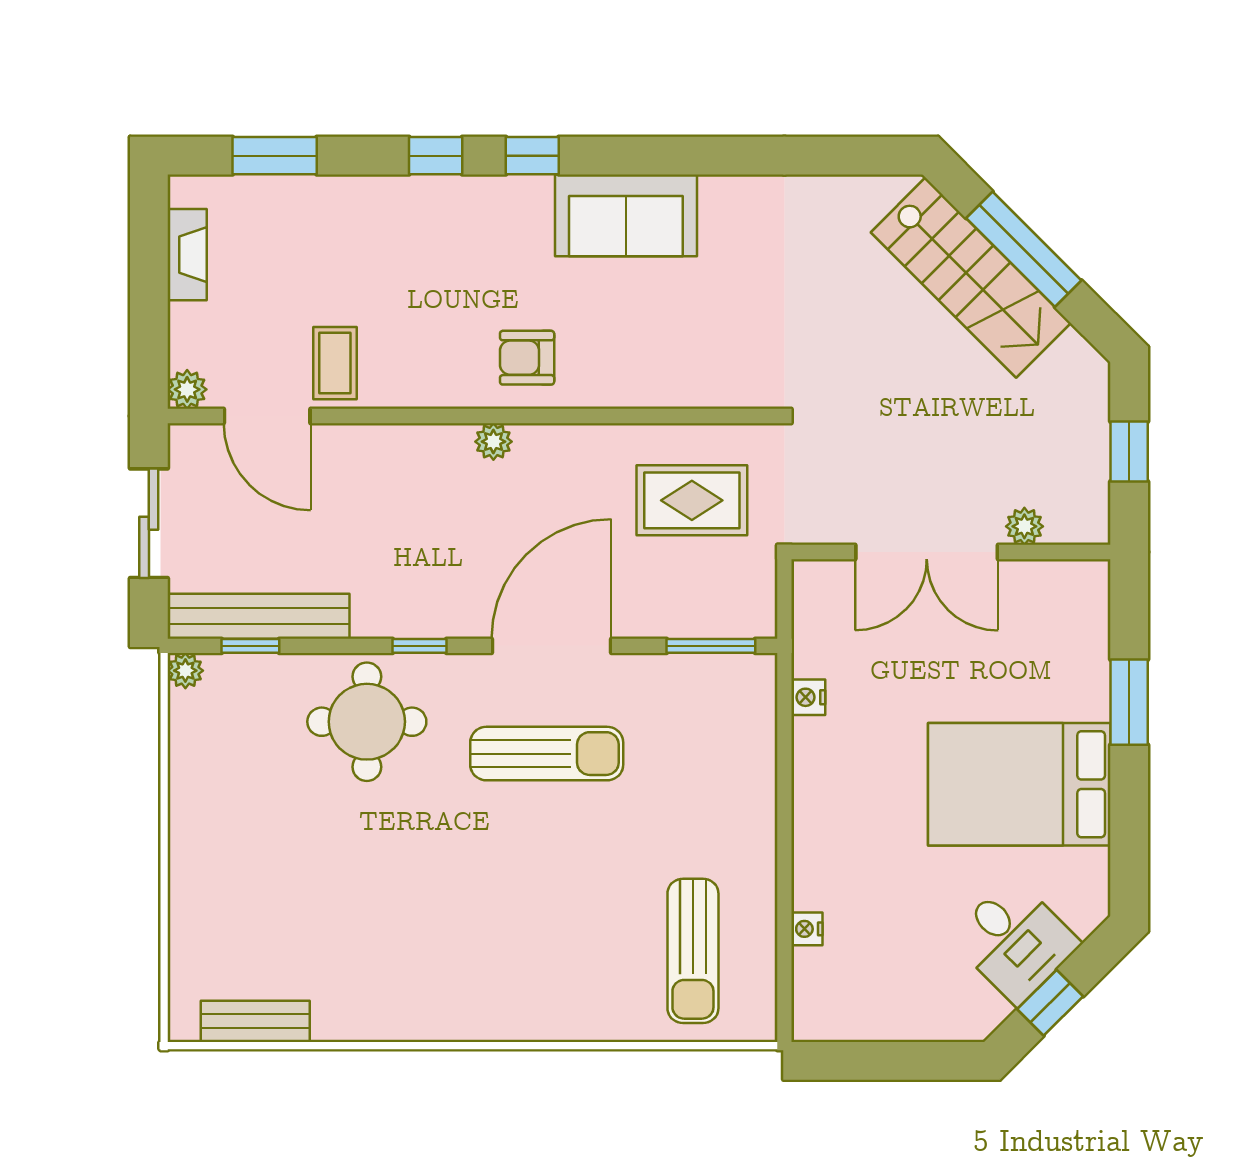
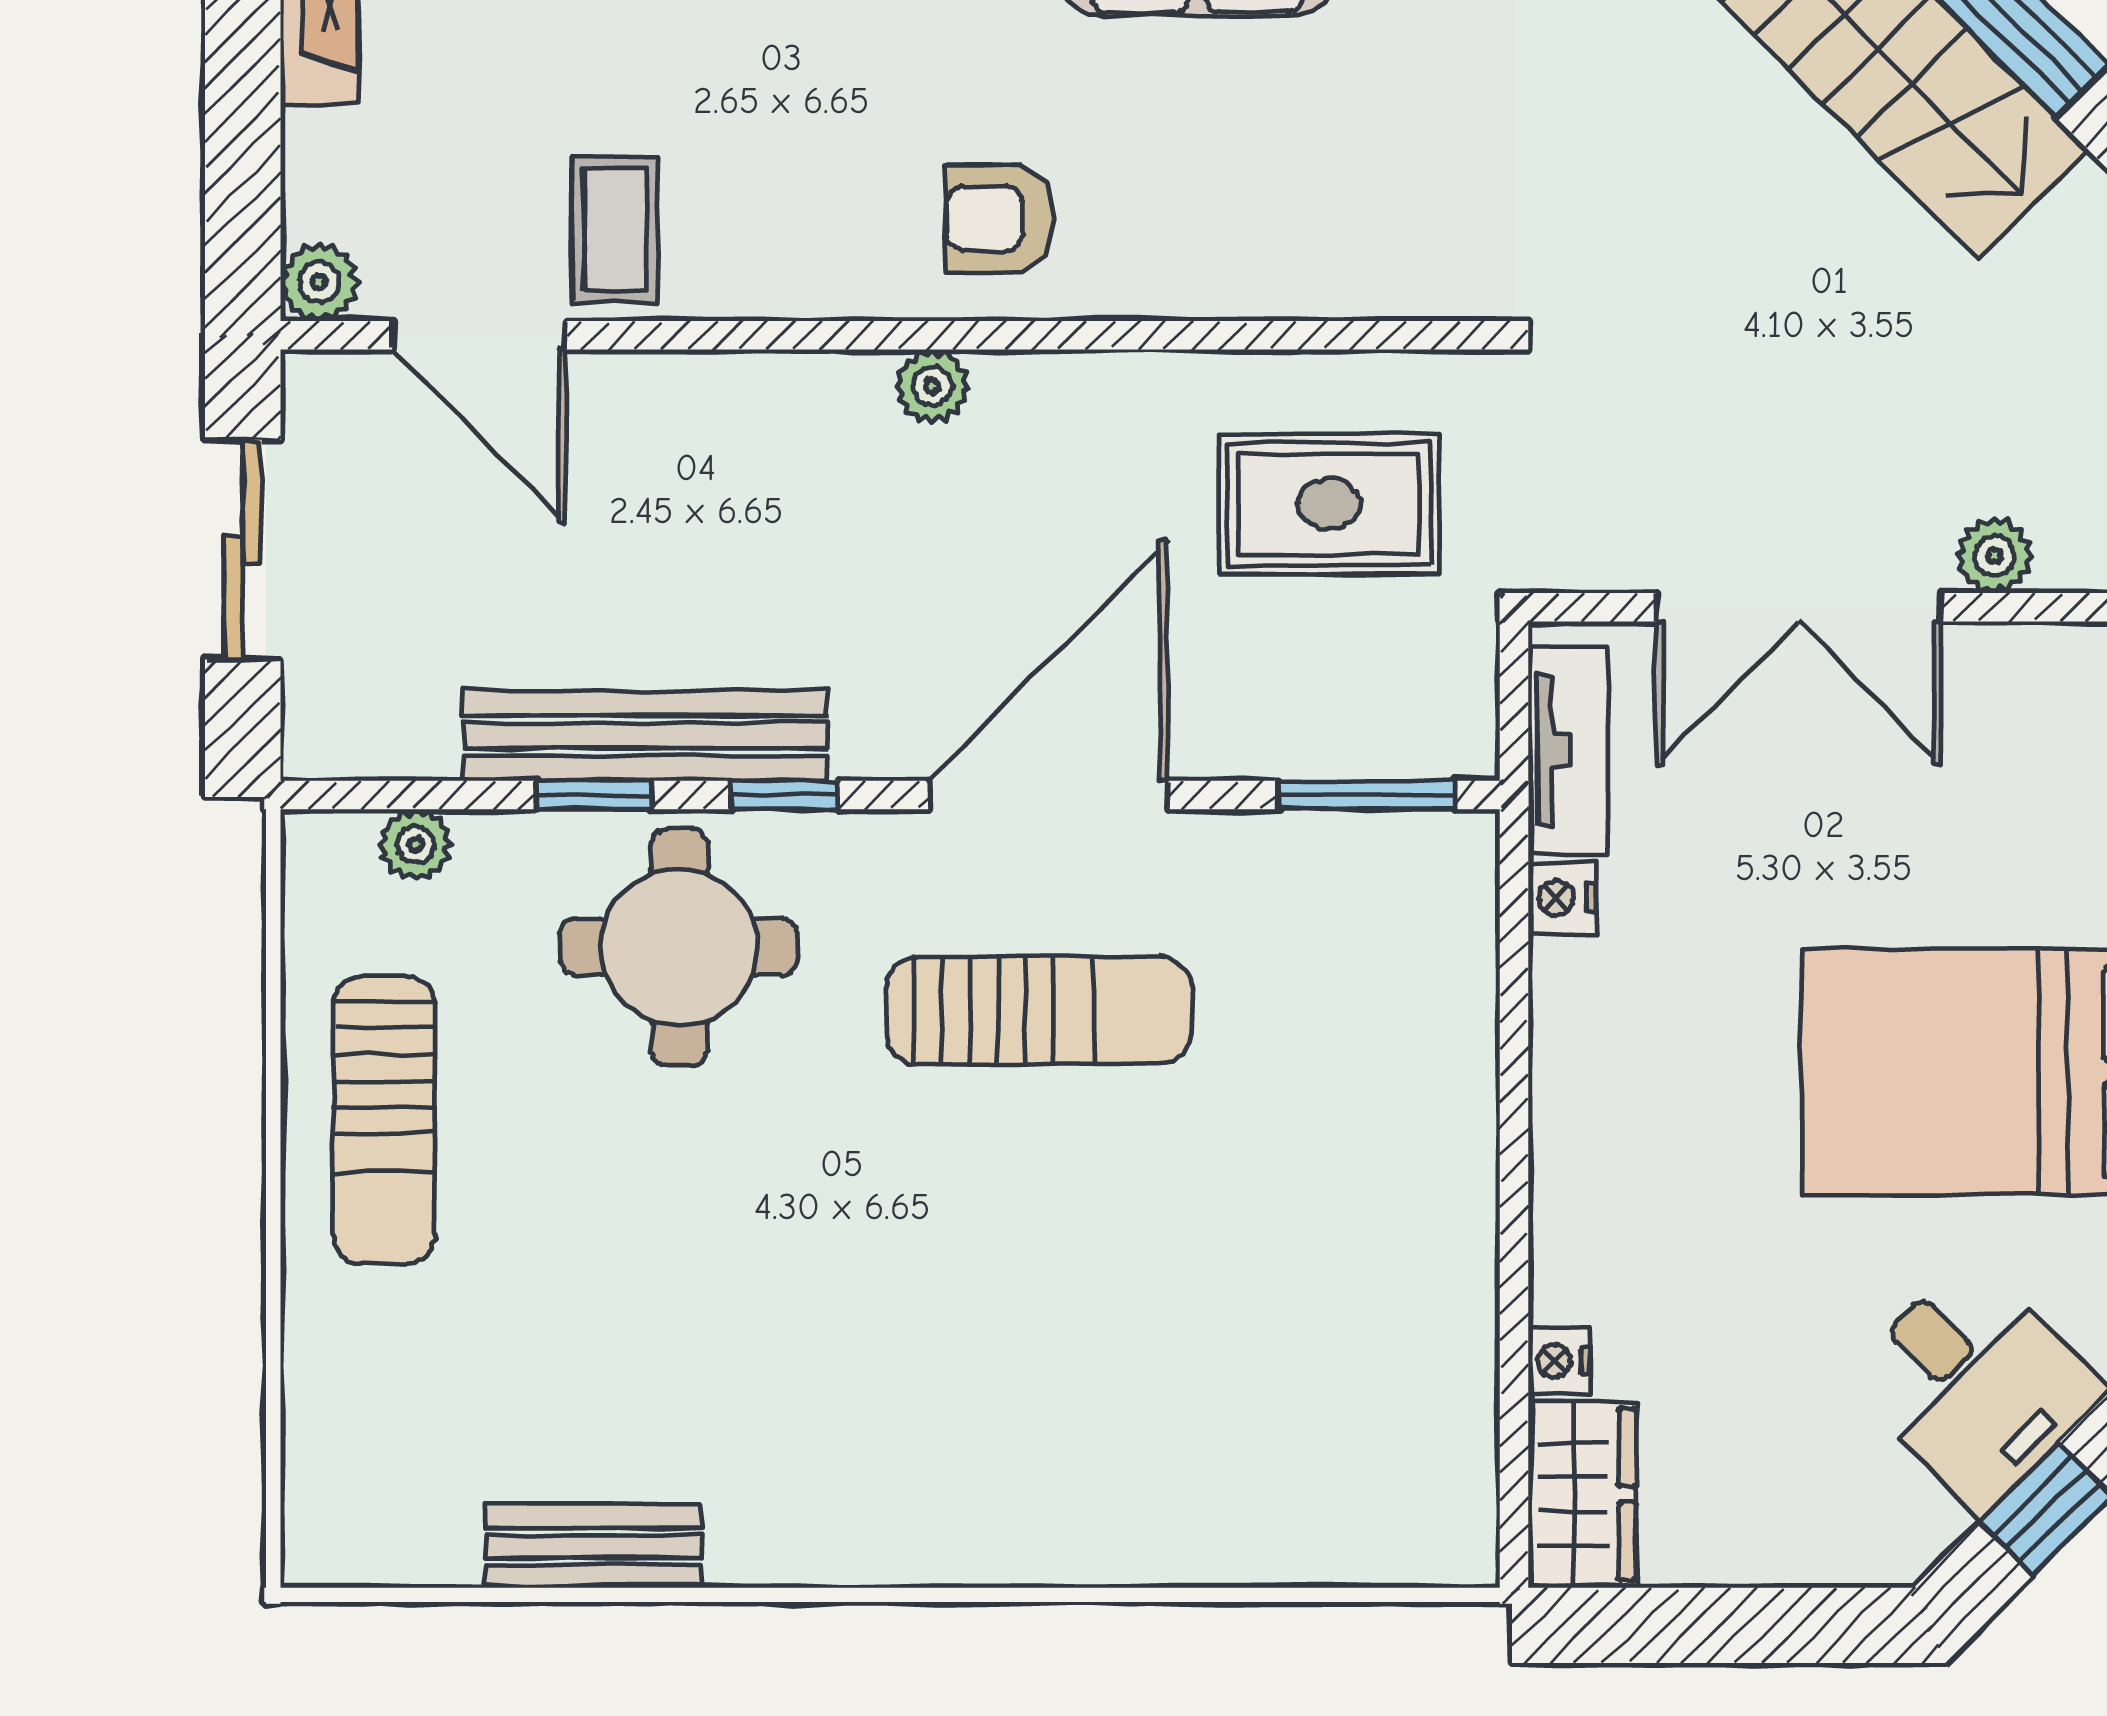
bench: (259, 616) -> (645, 736), moved
tv unit: (811, 624) -> (1568, 751), added
window: (250, 646) -> (594, 795), moved
plant: (185, 671) -> (416, 845), moved
sun lounger: (693, 951) -> (384, 1120), moved
wardrobe: (818, 996) -> (1582, 1495), added
bench: (255, 1021) -> (593, 1546), moved

